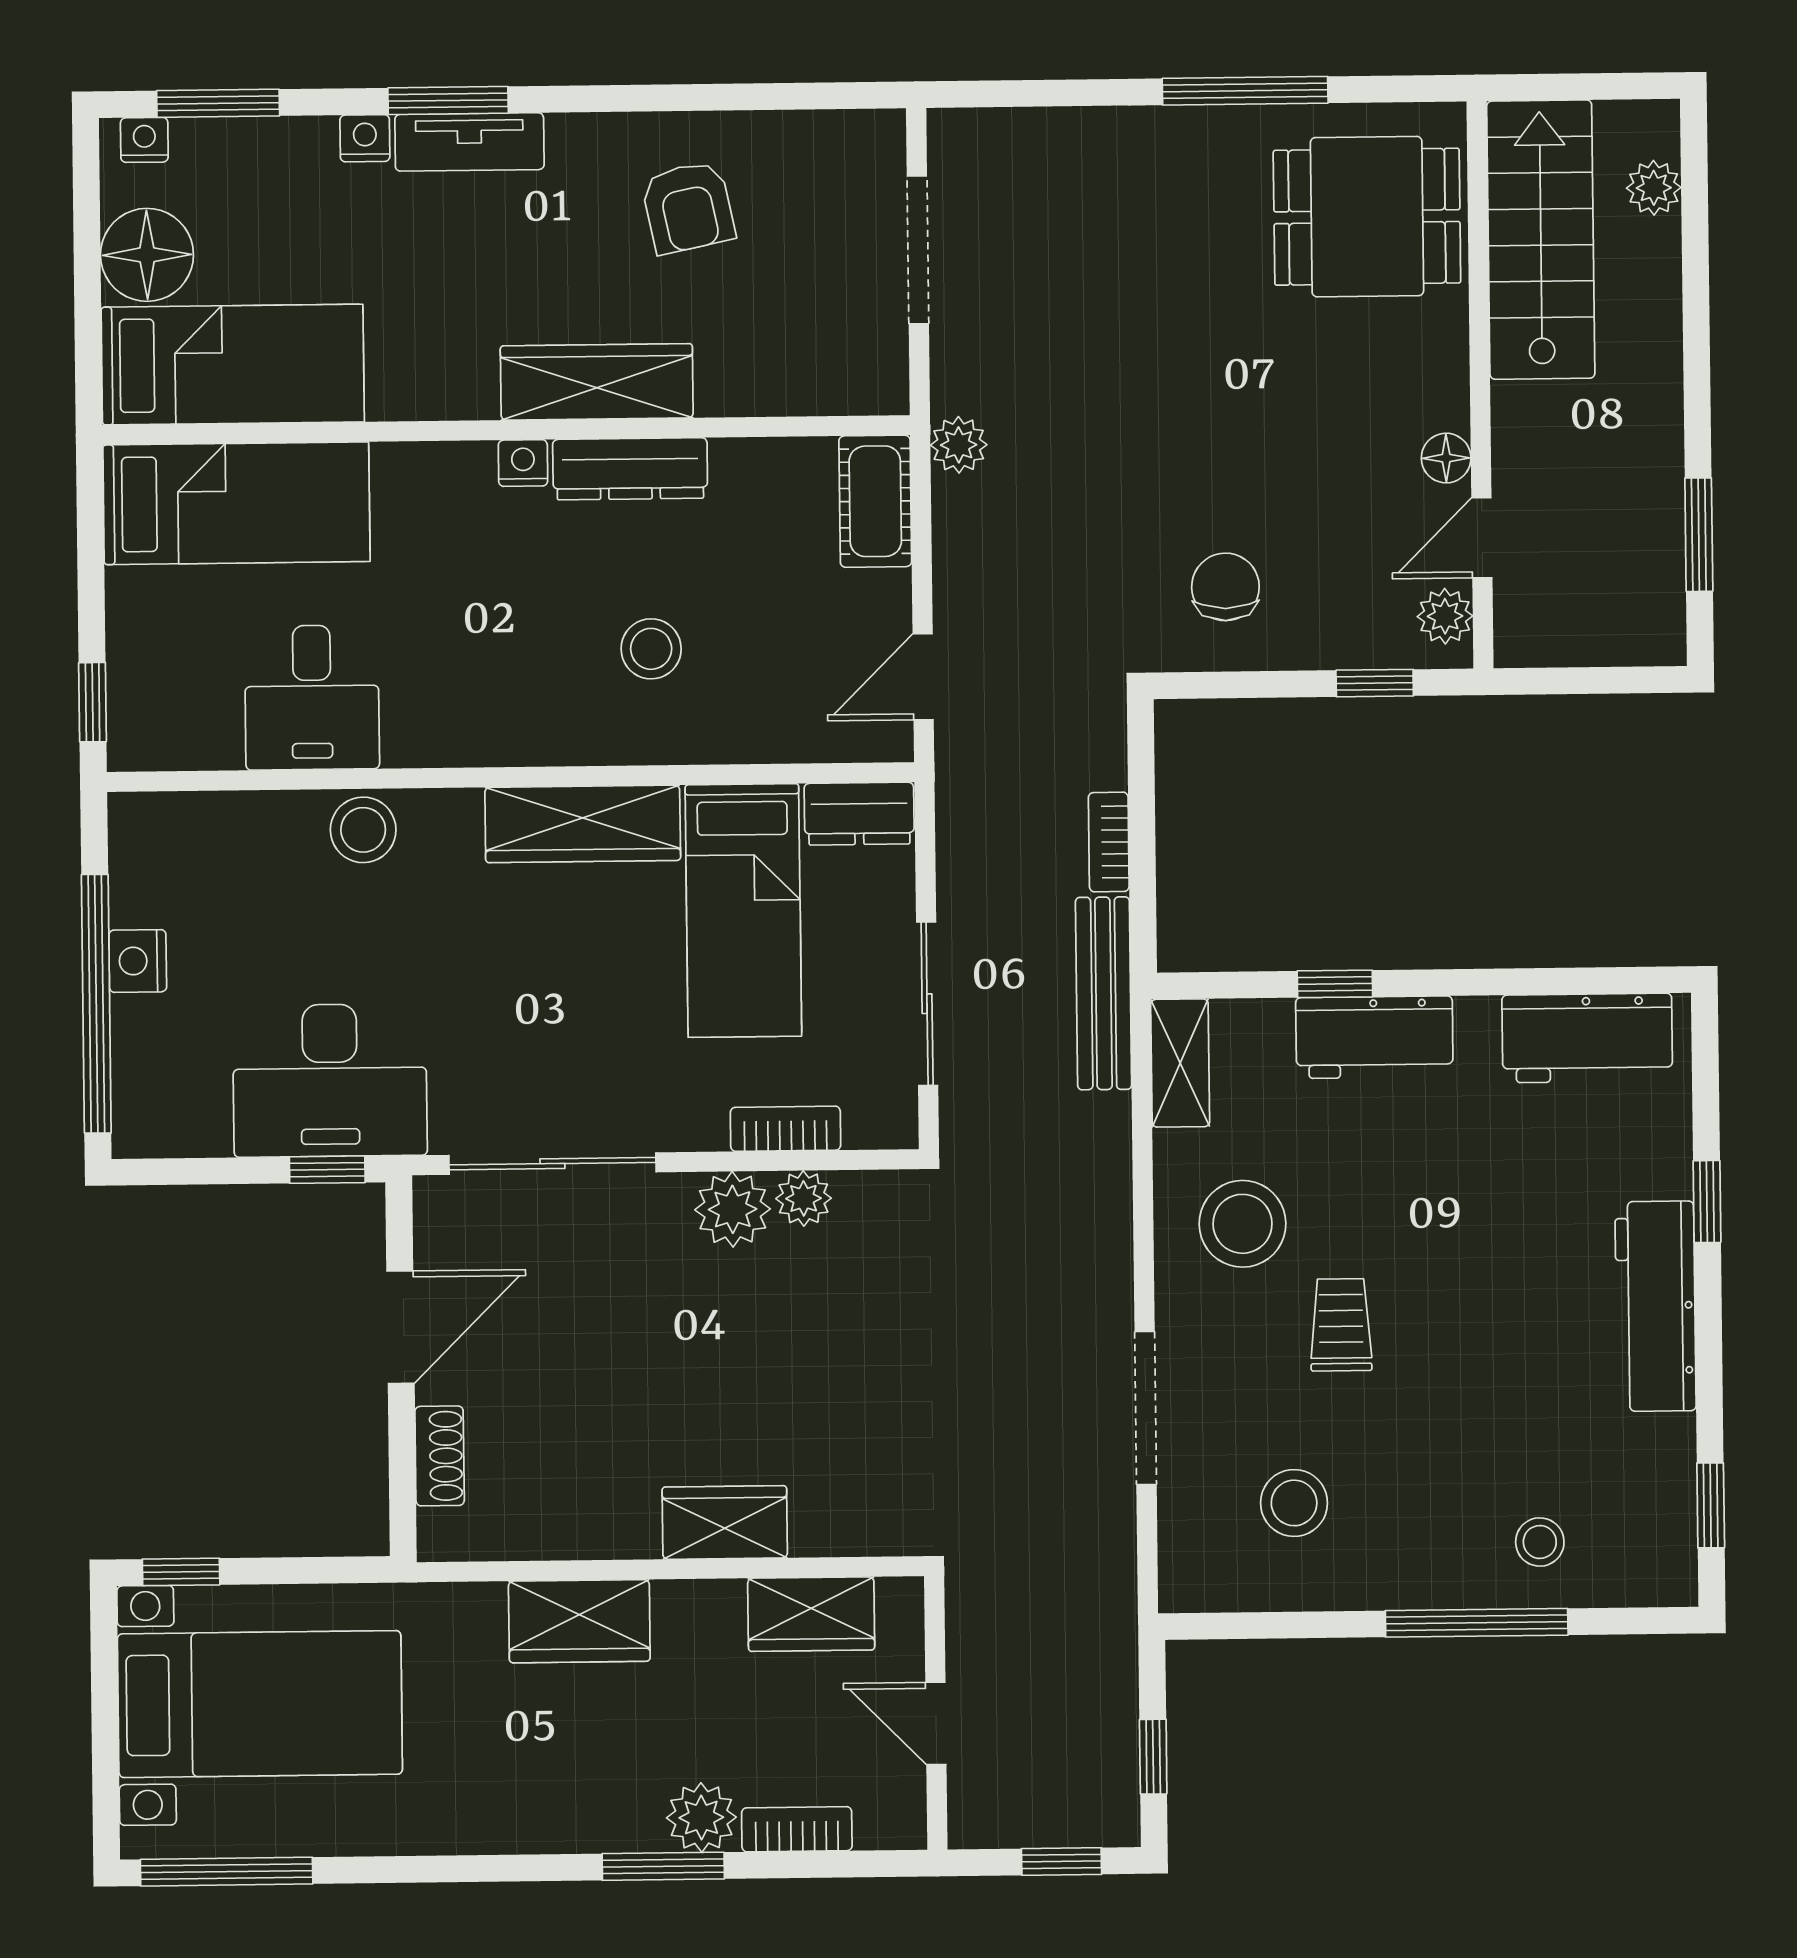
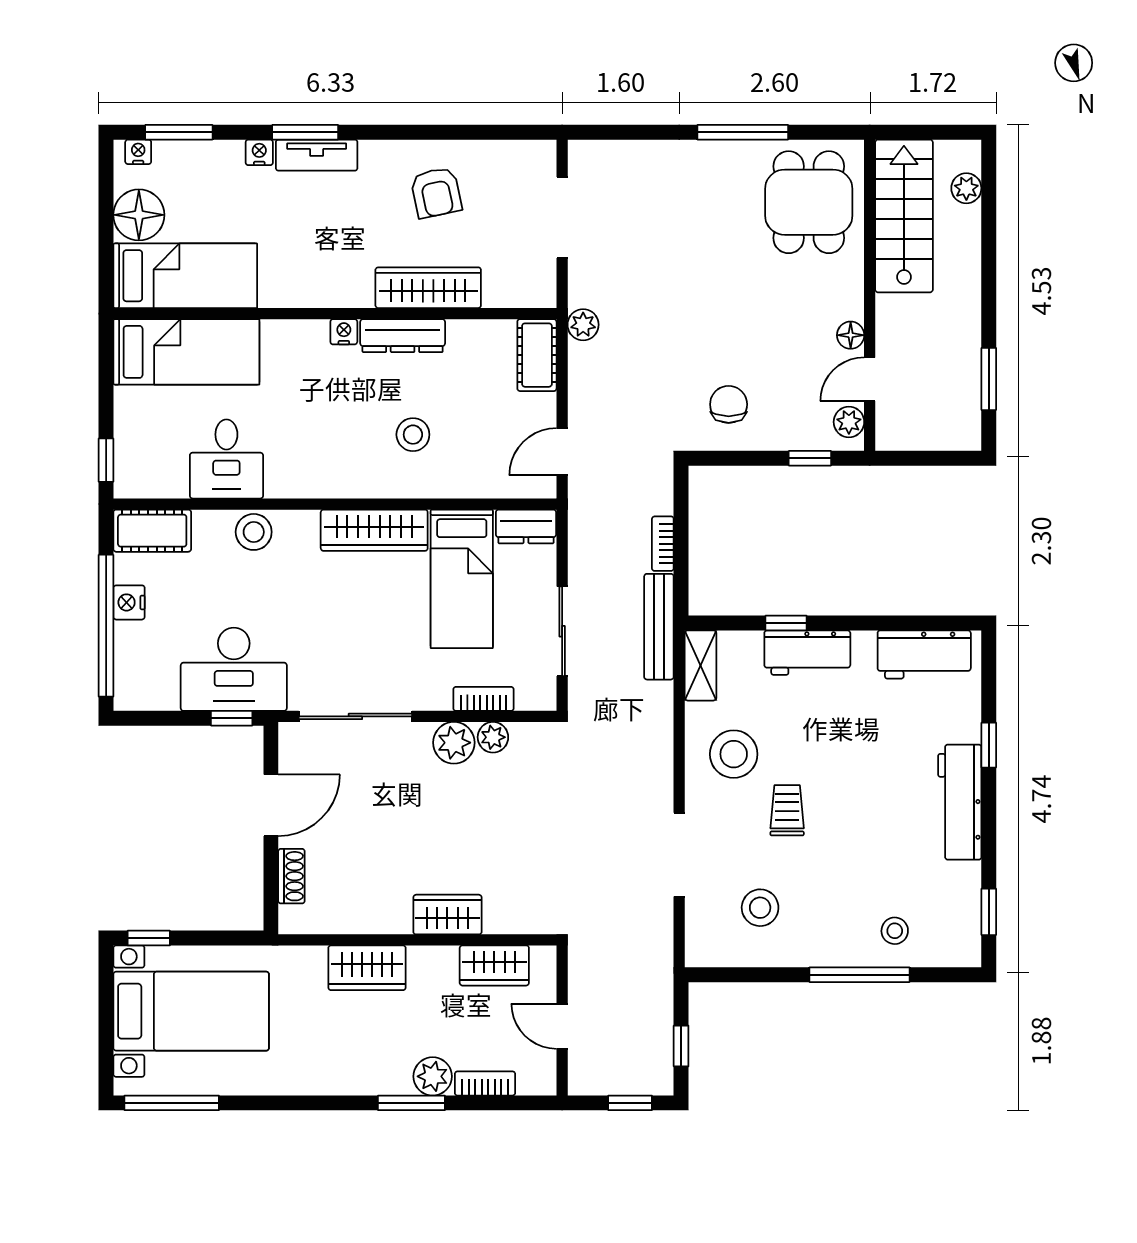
dining table: (1367, 217) -> (809, 202), turned 90
wardrobe: (597, 382) -> (428, 288), moved
cot: (178, 830) -> (152, 531), added

